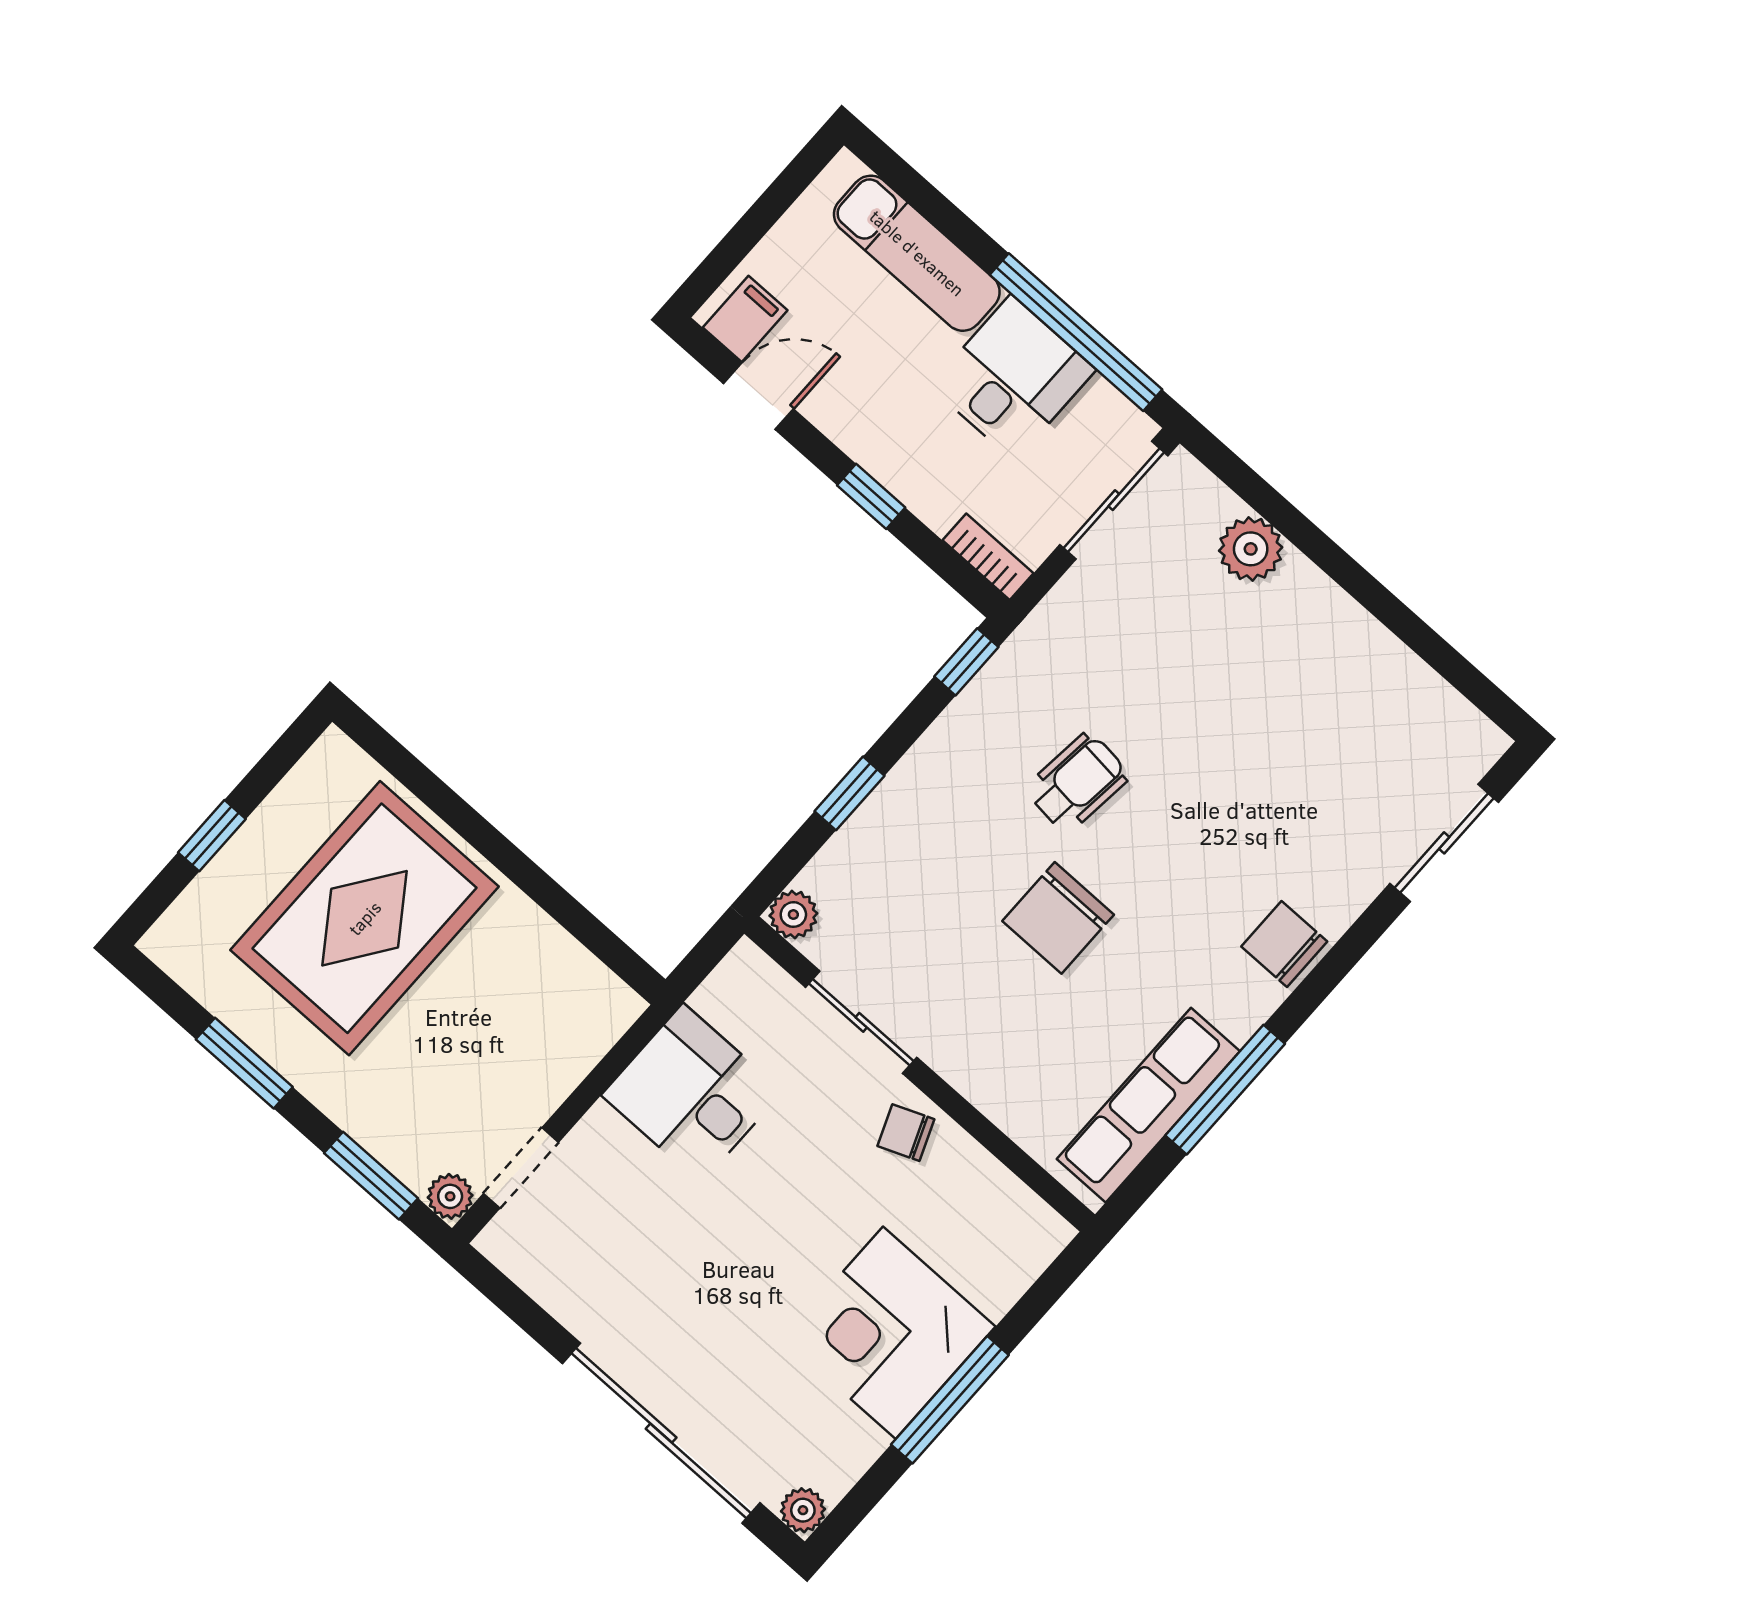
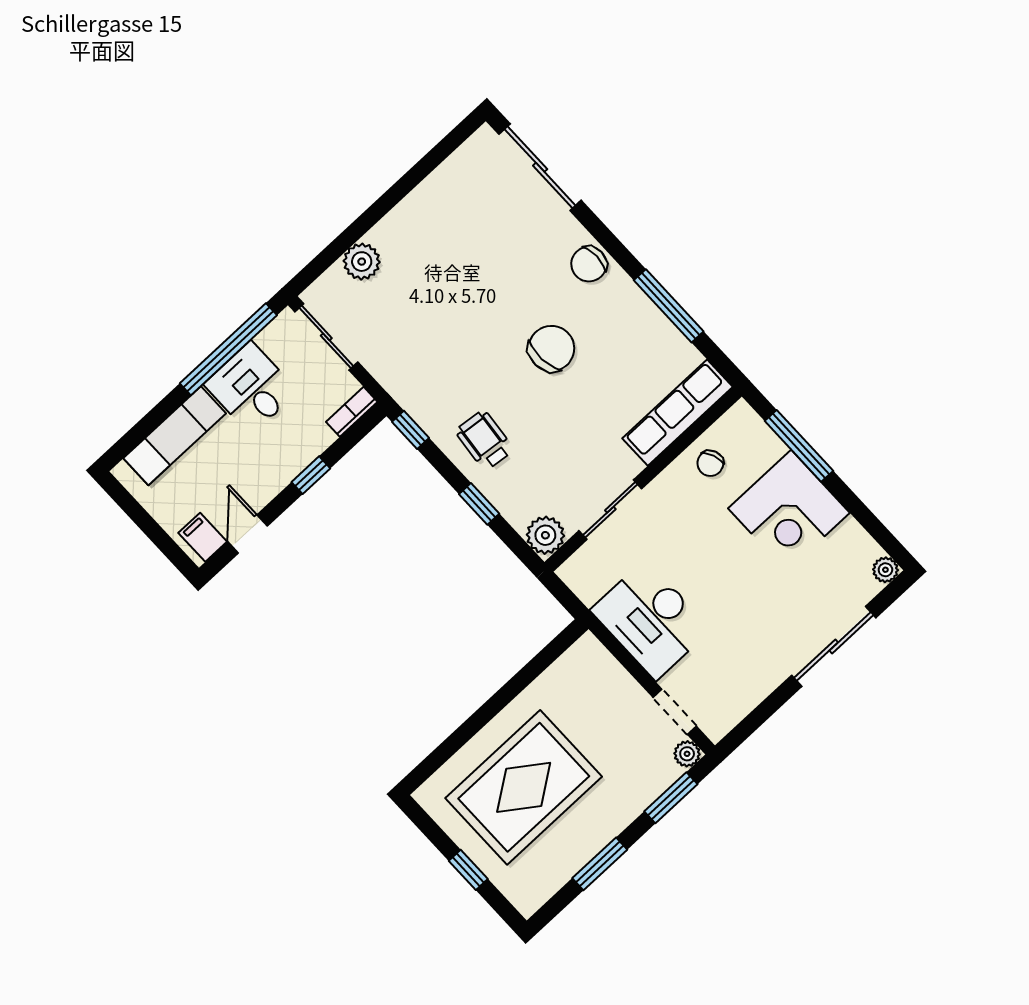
wheelchair: (1077, 783) -> (484, 440), moved
sliding door: (1444, 843) -> (540, 167), width x1.37
plant: (793, 915) -> (545, 535), width x1.38, depth x1.38
rug: (365, 918) -> (524, 787), turned 90
chair: (1058, 918) -> (551, 348), moved, turned -94
desk: (692, 1093) -> (651, 620), width x1.37
row of seats: (1148, 1105) -> (677, 413), moved, turned 90
chair: (906, 1133) -> (710, 463), moved
window: (950, 1400) -> (799, 446), moved
sliding door: (661, 1433) -> (834, 646), width x0.73

